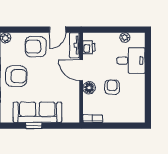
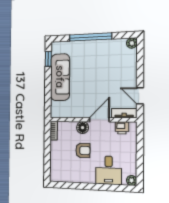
plant: (125, 38) -> (132, 180), moved
armchair: (36, 47) -> (123, 74), removed
armchair: (16, 76) -> (94, 55), removed
window: (34, 126) -> (48, 59), moved

